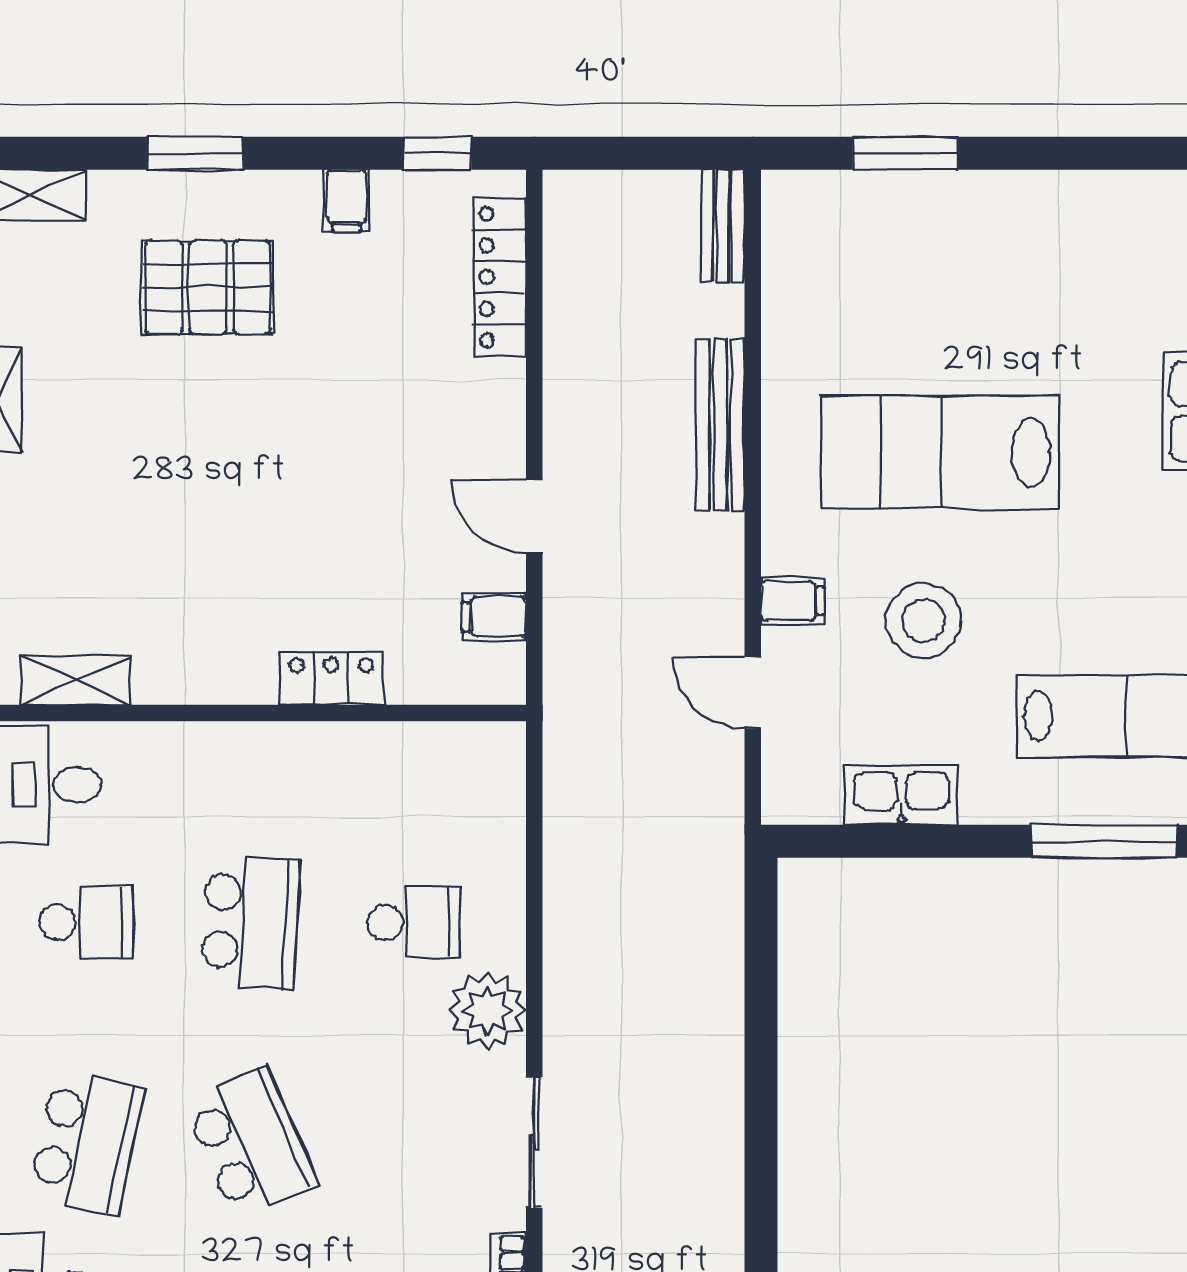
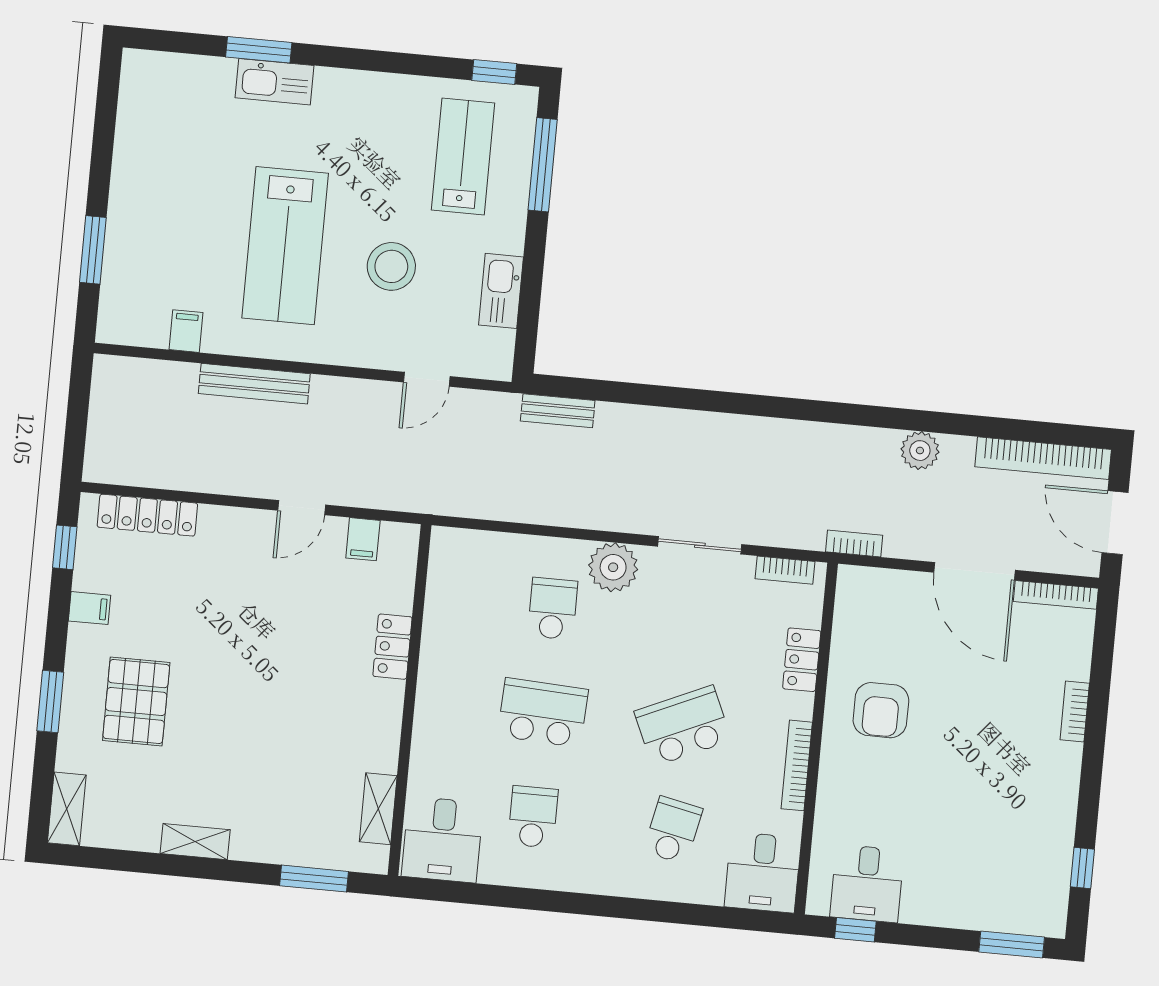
bench: (723, 226) -> (558, 411), moved
filing cabinet: (792, 601) -> (186, 331), moved
school desk: (87, 1143) -> (673, 830), width x0.54

